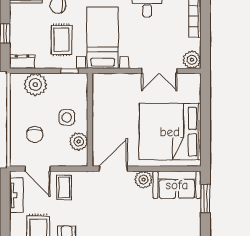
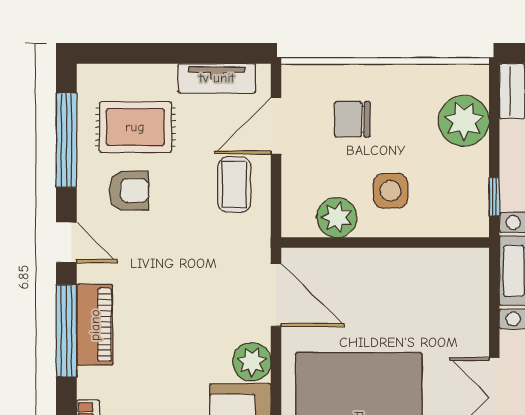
coffee table: (64, 187) -> (234, 185), turned 90

